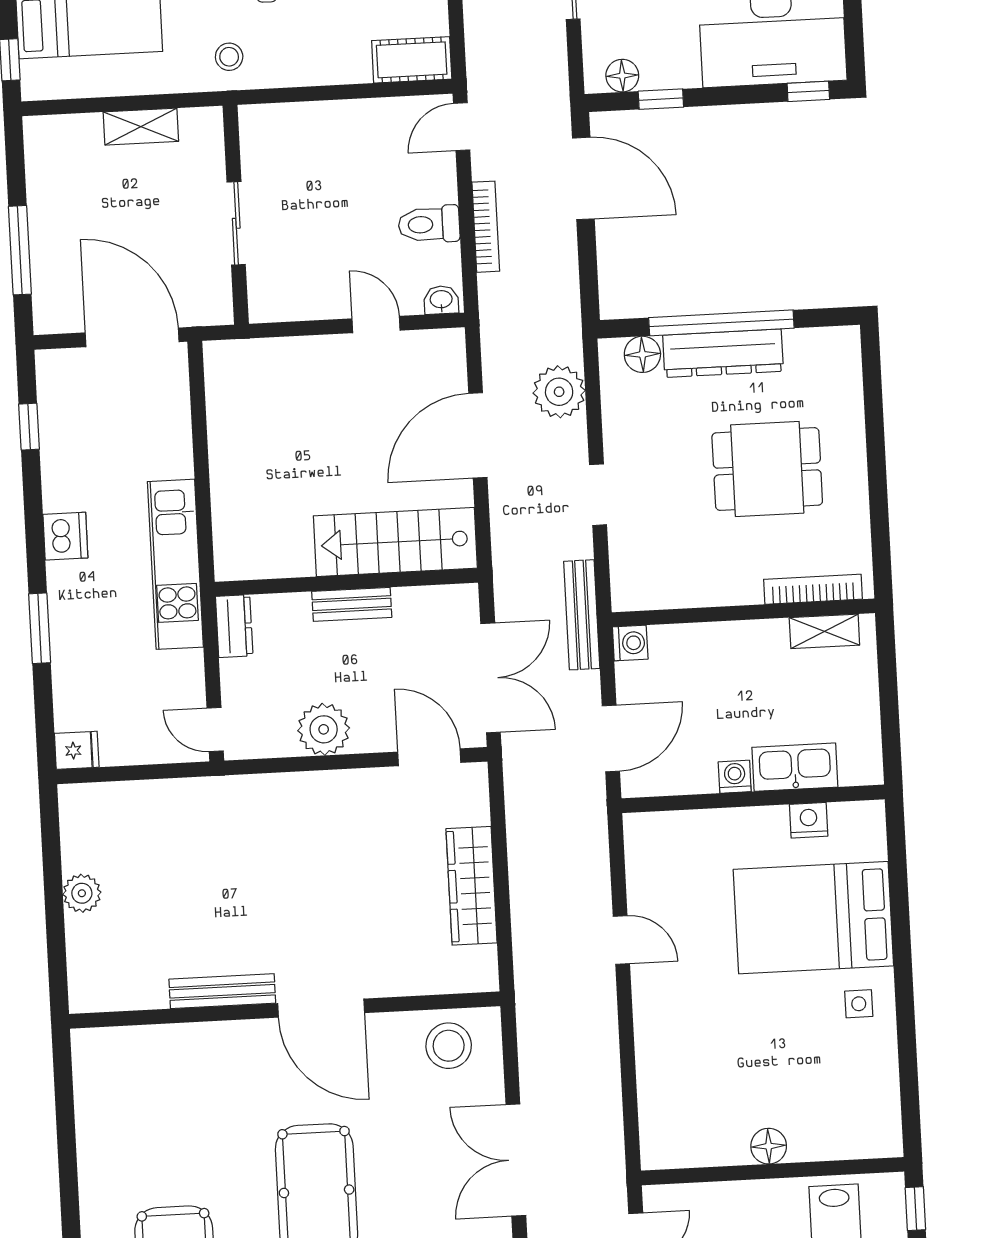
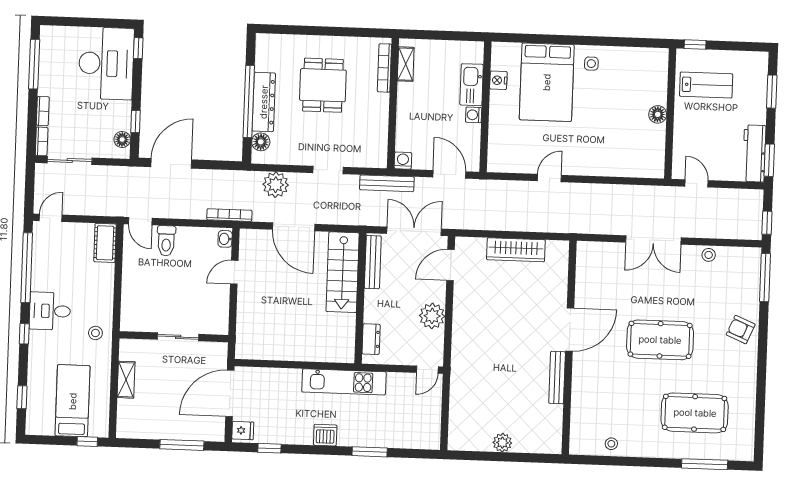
toilet: (429, 224) -> (166, 241), moved
bookcase: (486, 227) -> (229, 215), moved
bench: (352, 604) -> (373, 262), moved, width x1.36
dresser: (234, 626) -> (371, 339), moved, turned 90
fridge: (77, 750) -> (243, 431), moved, turned 90
stool: (449, 1046) -> (611, 444), moved, width x0.53, depth x0.53

